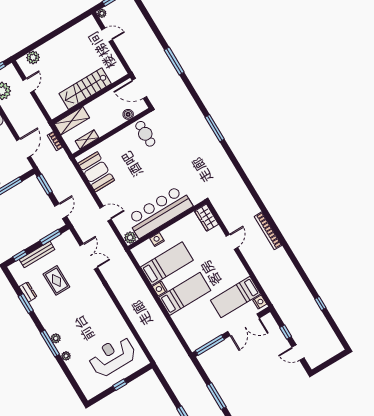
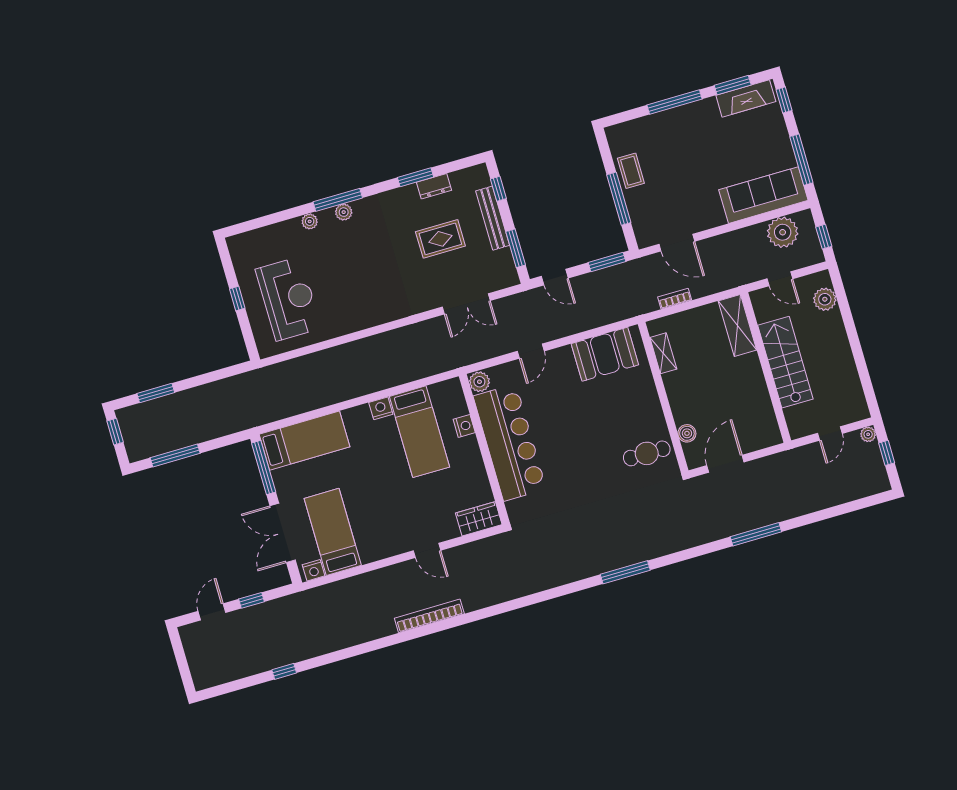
stairs: (85, 89) -> (785, 362), moved
wall: (91, 99) -> (766, 367), moved
shelving: (72, 121) -> (737, 326), moved
bed: (185, 294) -> (305, 441), moved, turned -90

